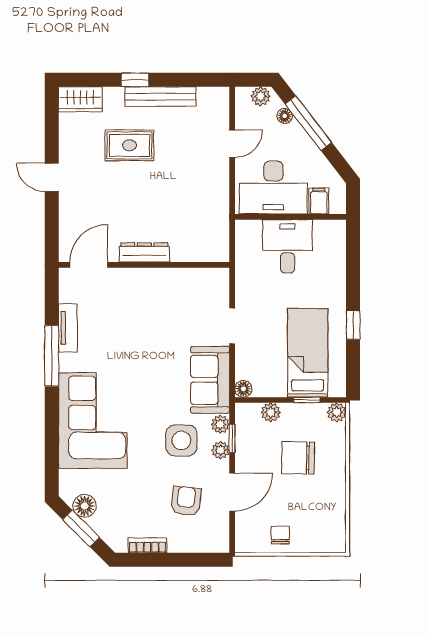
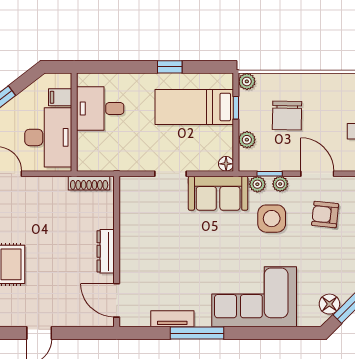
shoe rack: (222, 234) -> (89, 183), added
desk: (287, 246) -> (100, 108), moved

